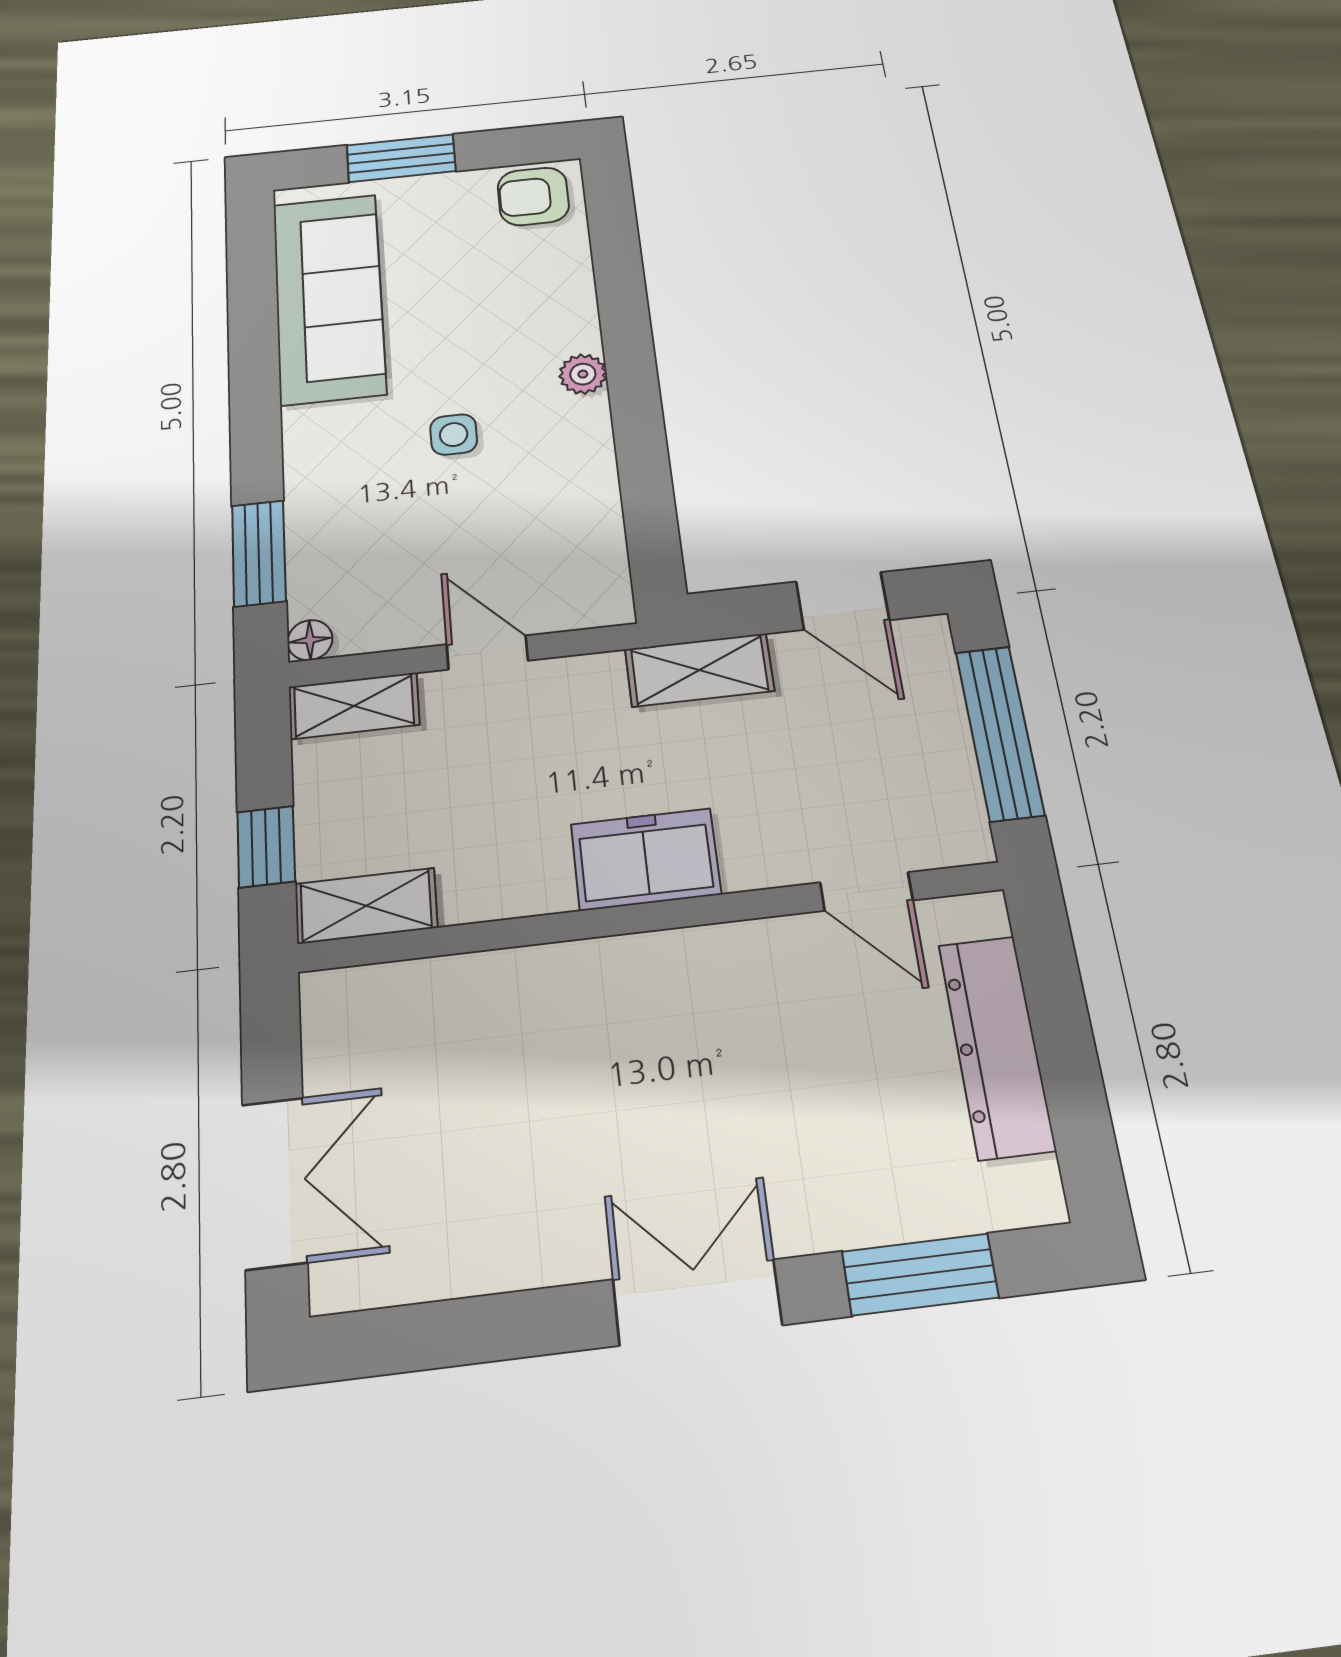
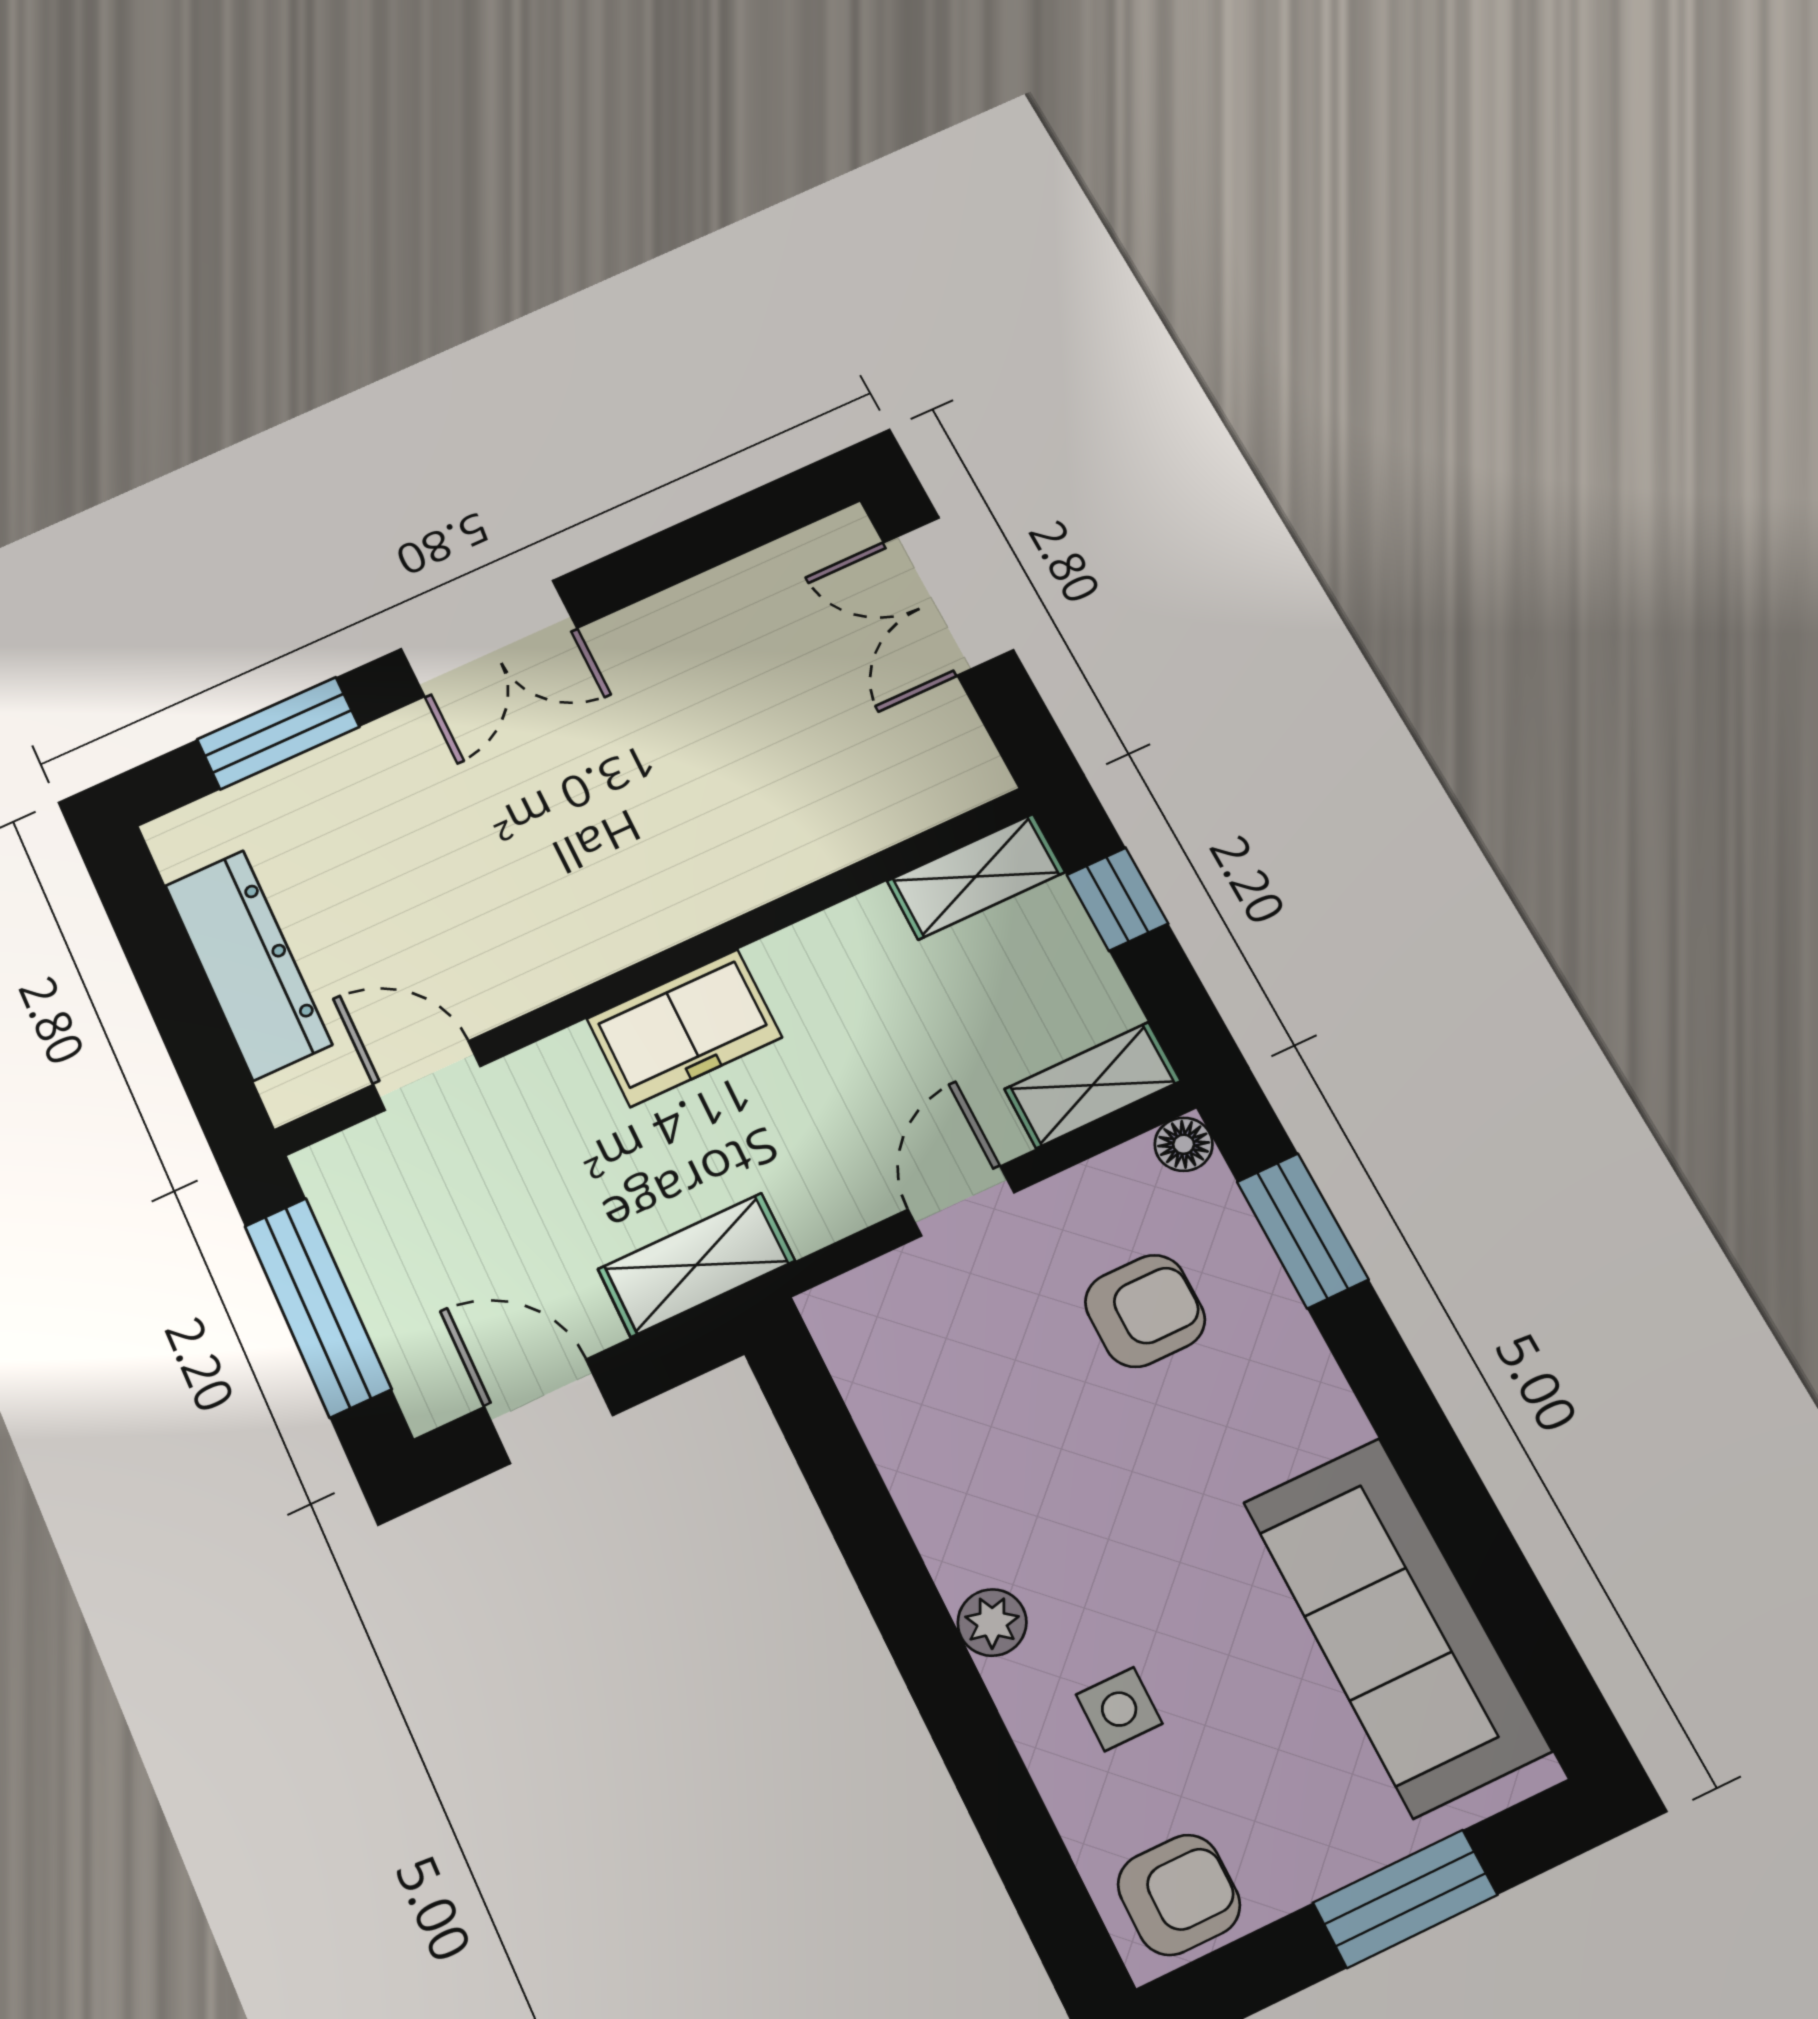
side table: (454, 435) -> (1119, 1709), moved
armchair: (393, 535) -> (1145, 1311), added
door: (487, 653) -> (961, 1201), swing flipped

